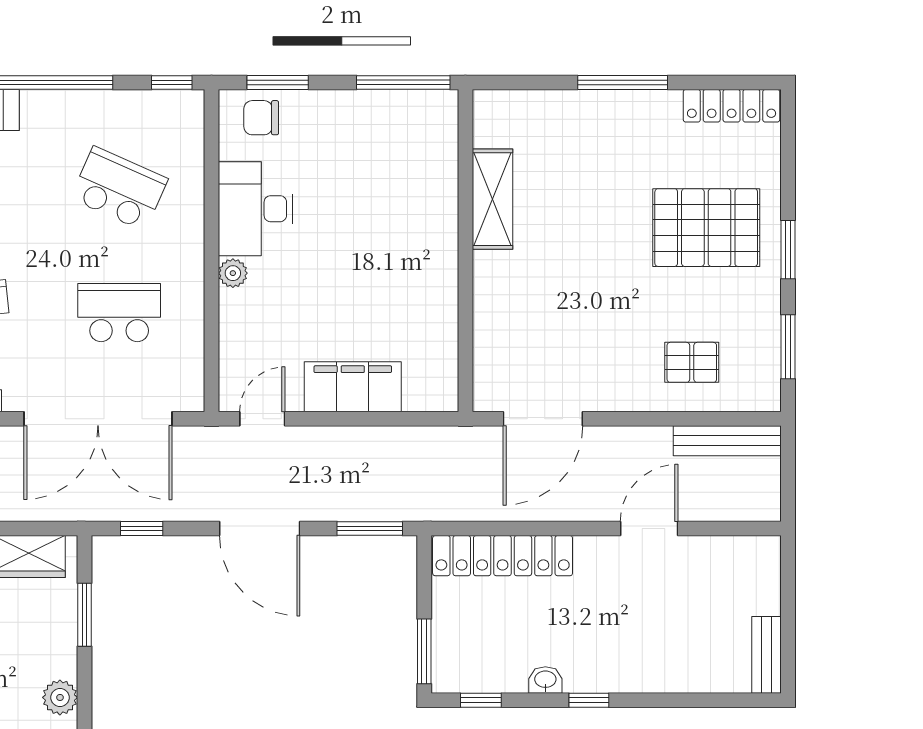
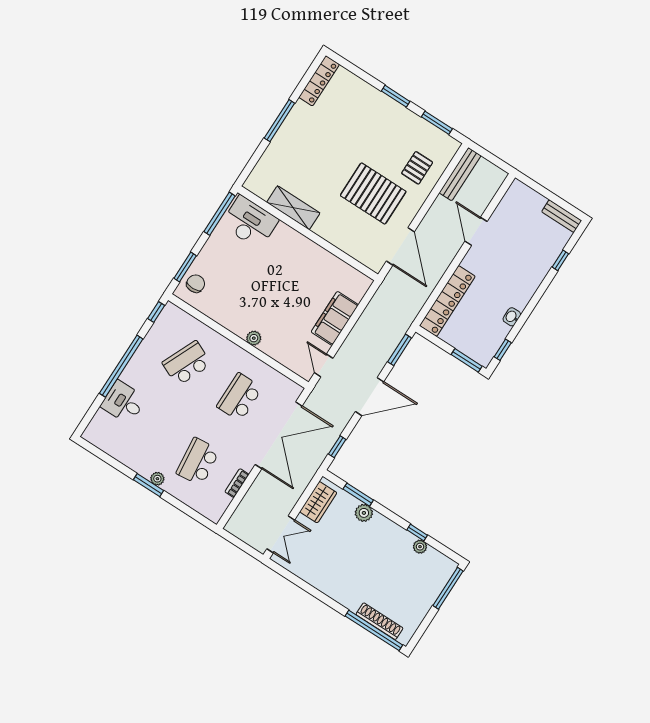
chair: (261, 118) -> (196, 284), turned 180
desk: (255, 209) -> (250, 222), moved, turned 180
pallet: (706, 228) -> (373, 193), moved, turned 90
plant: (60, 697) -> (364, 513), moved
window: (589, 700) -> (560, 260), moved

